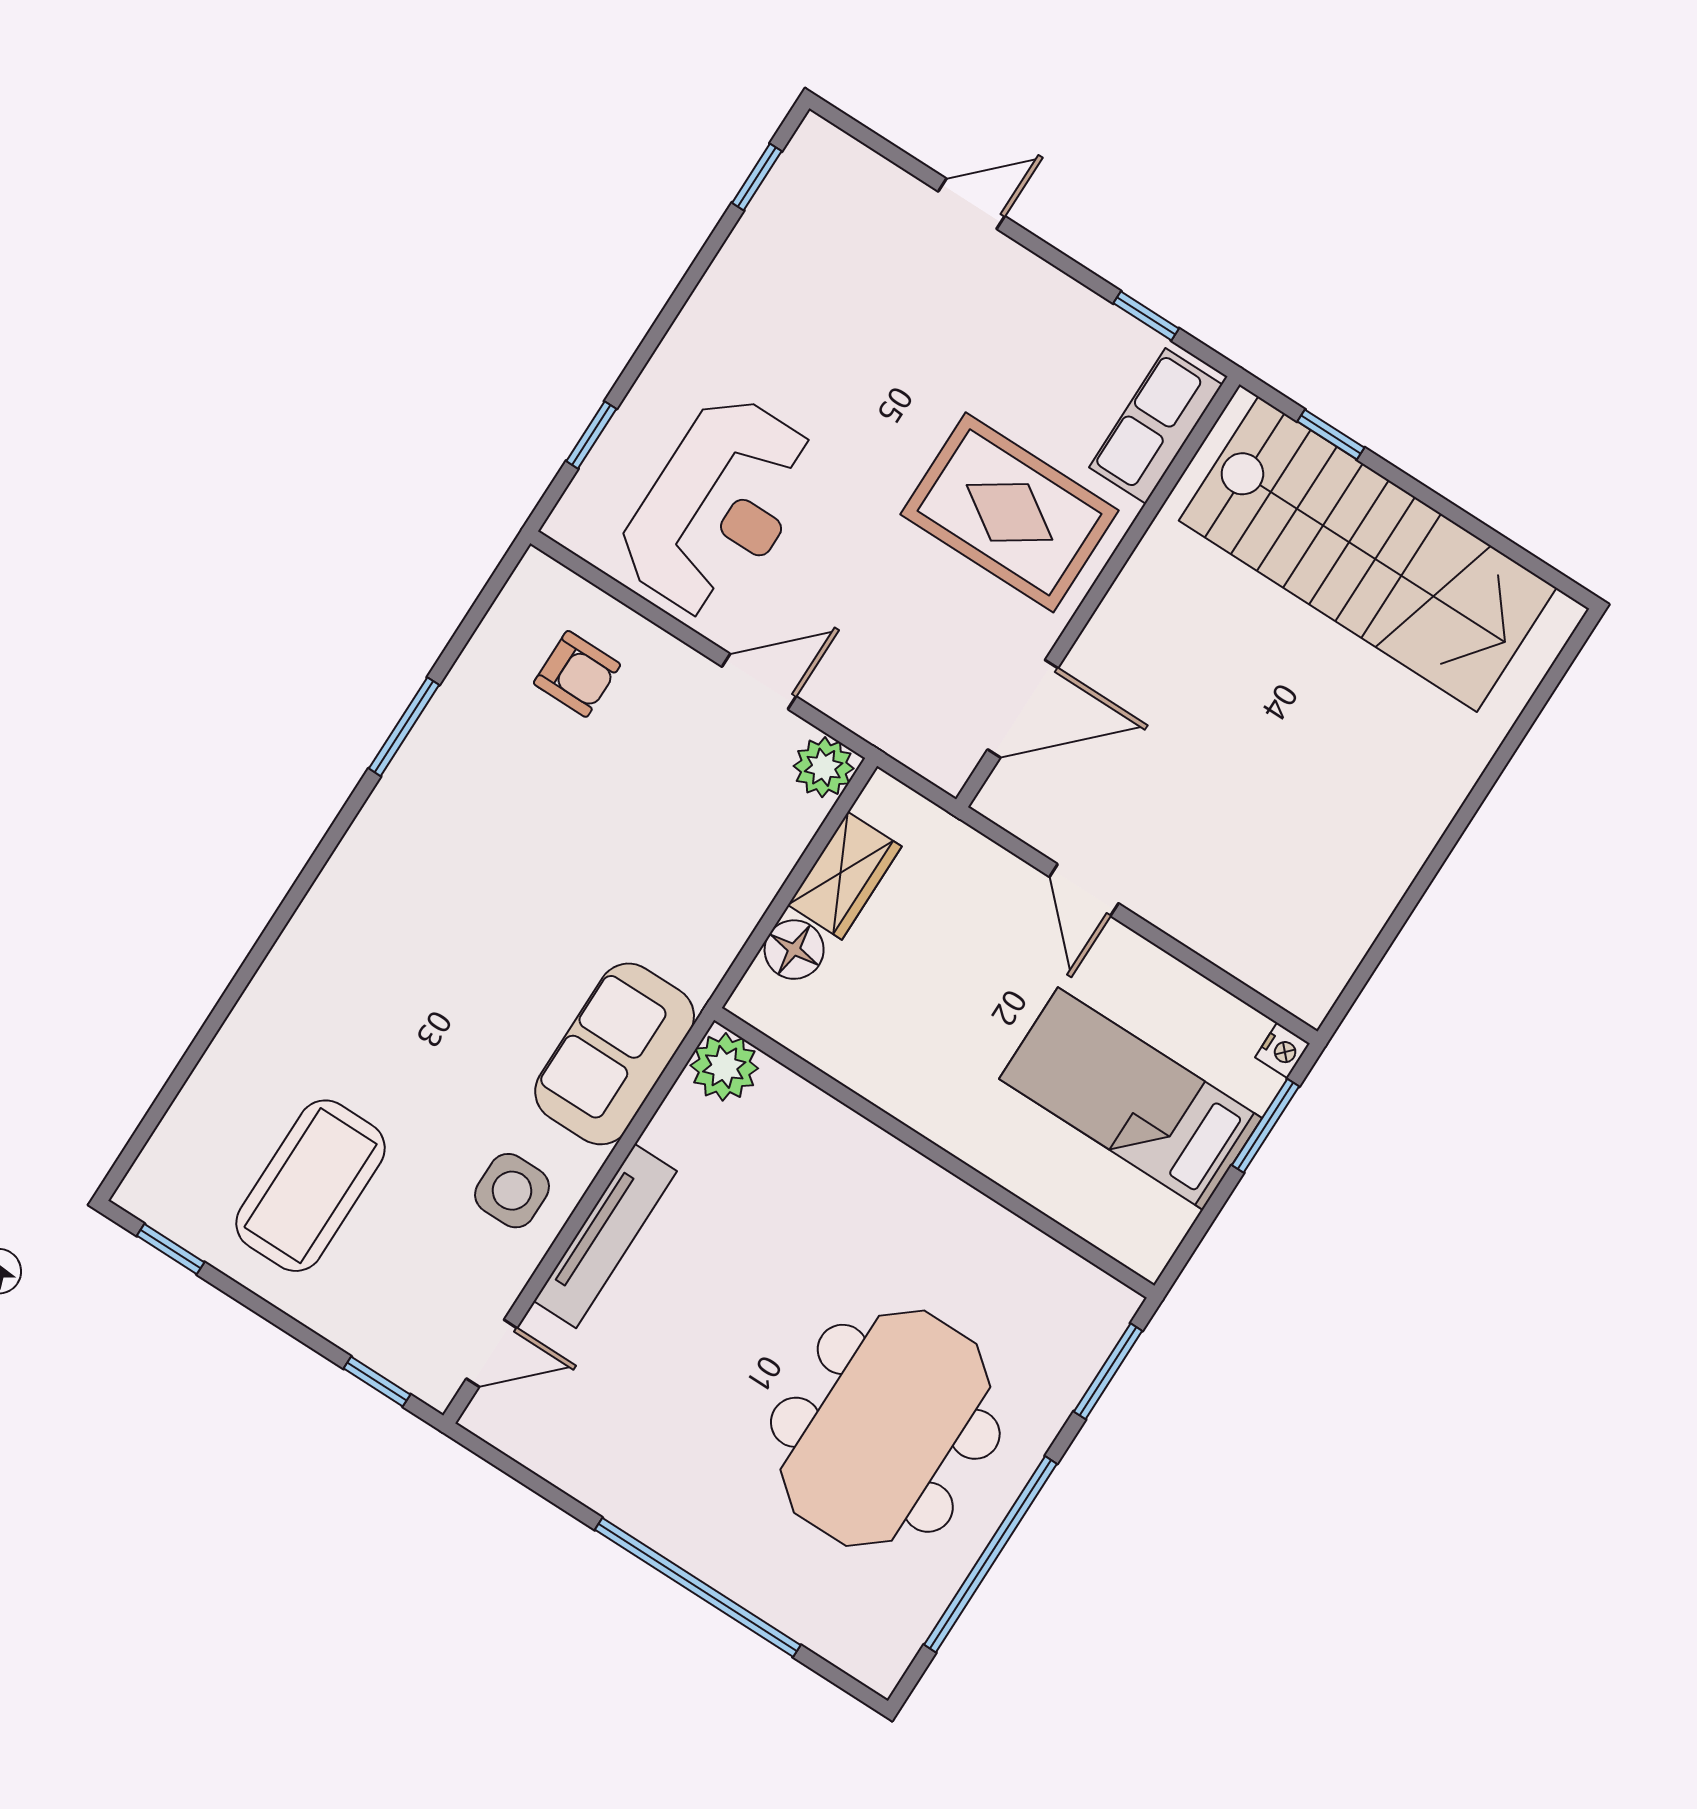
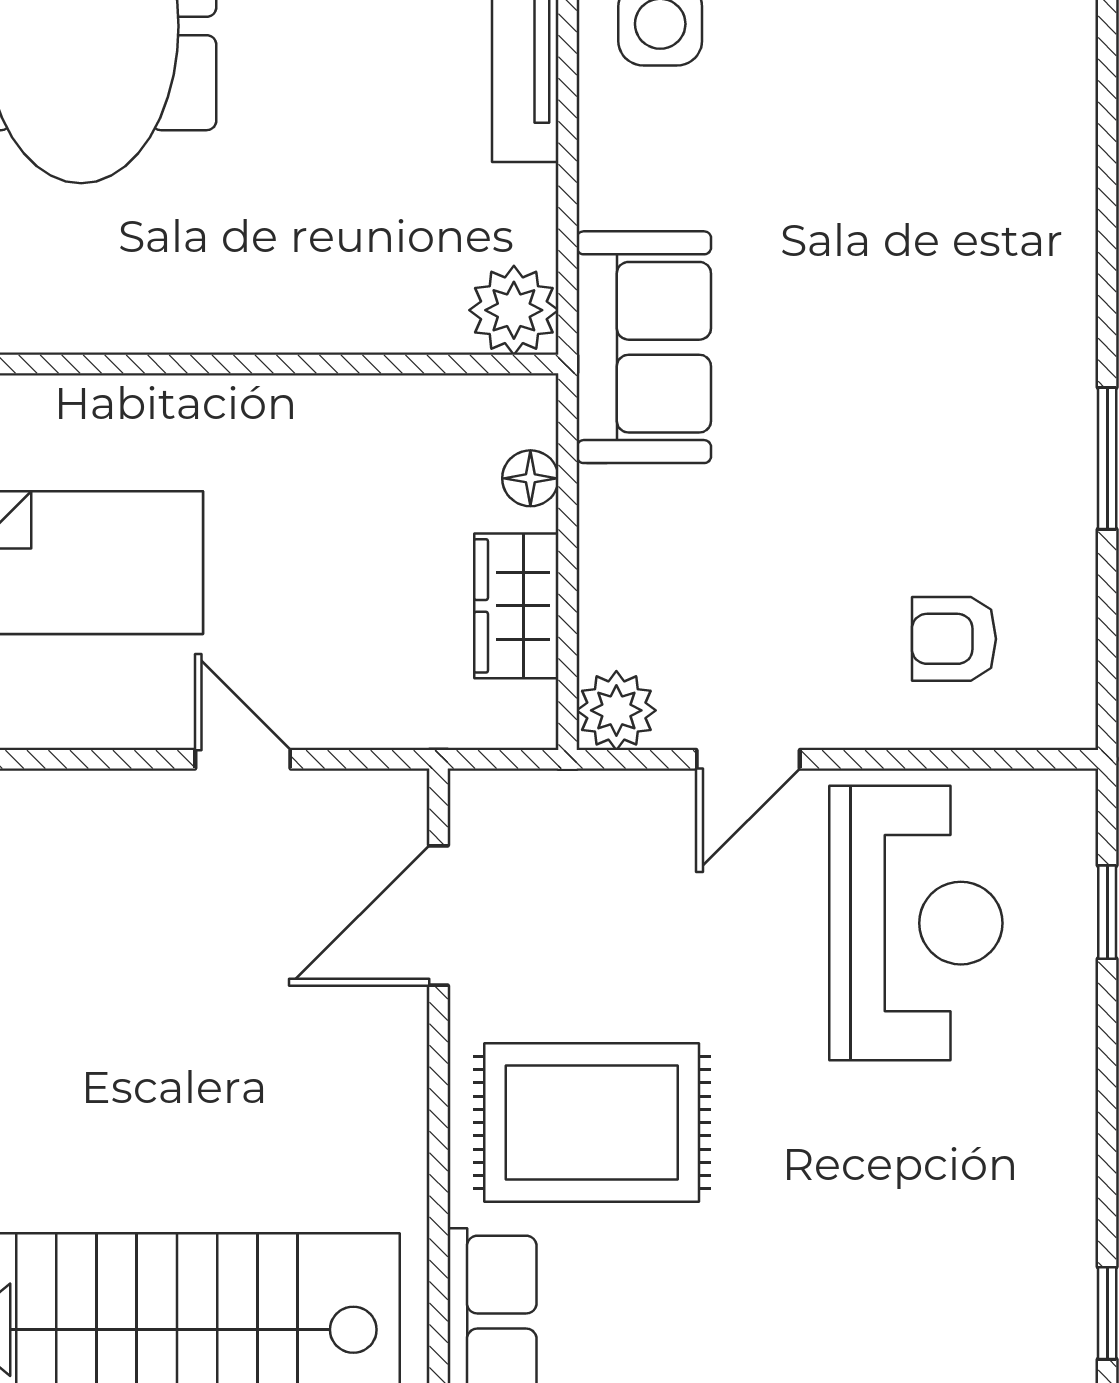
reception desk: (719, 507) -> (916, 923), turned 180
floor lamp: (794, 950) -> (530, 478), width x0.73, depth x0.73
sofa: (615, 1054) -> (644, 347), moved

